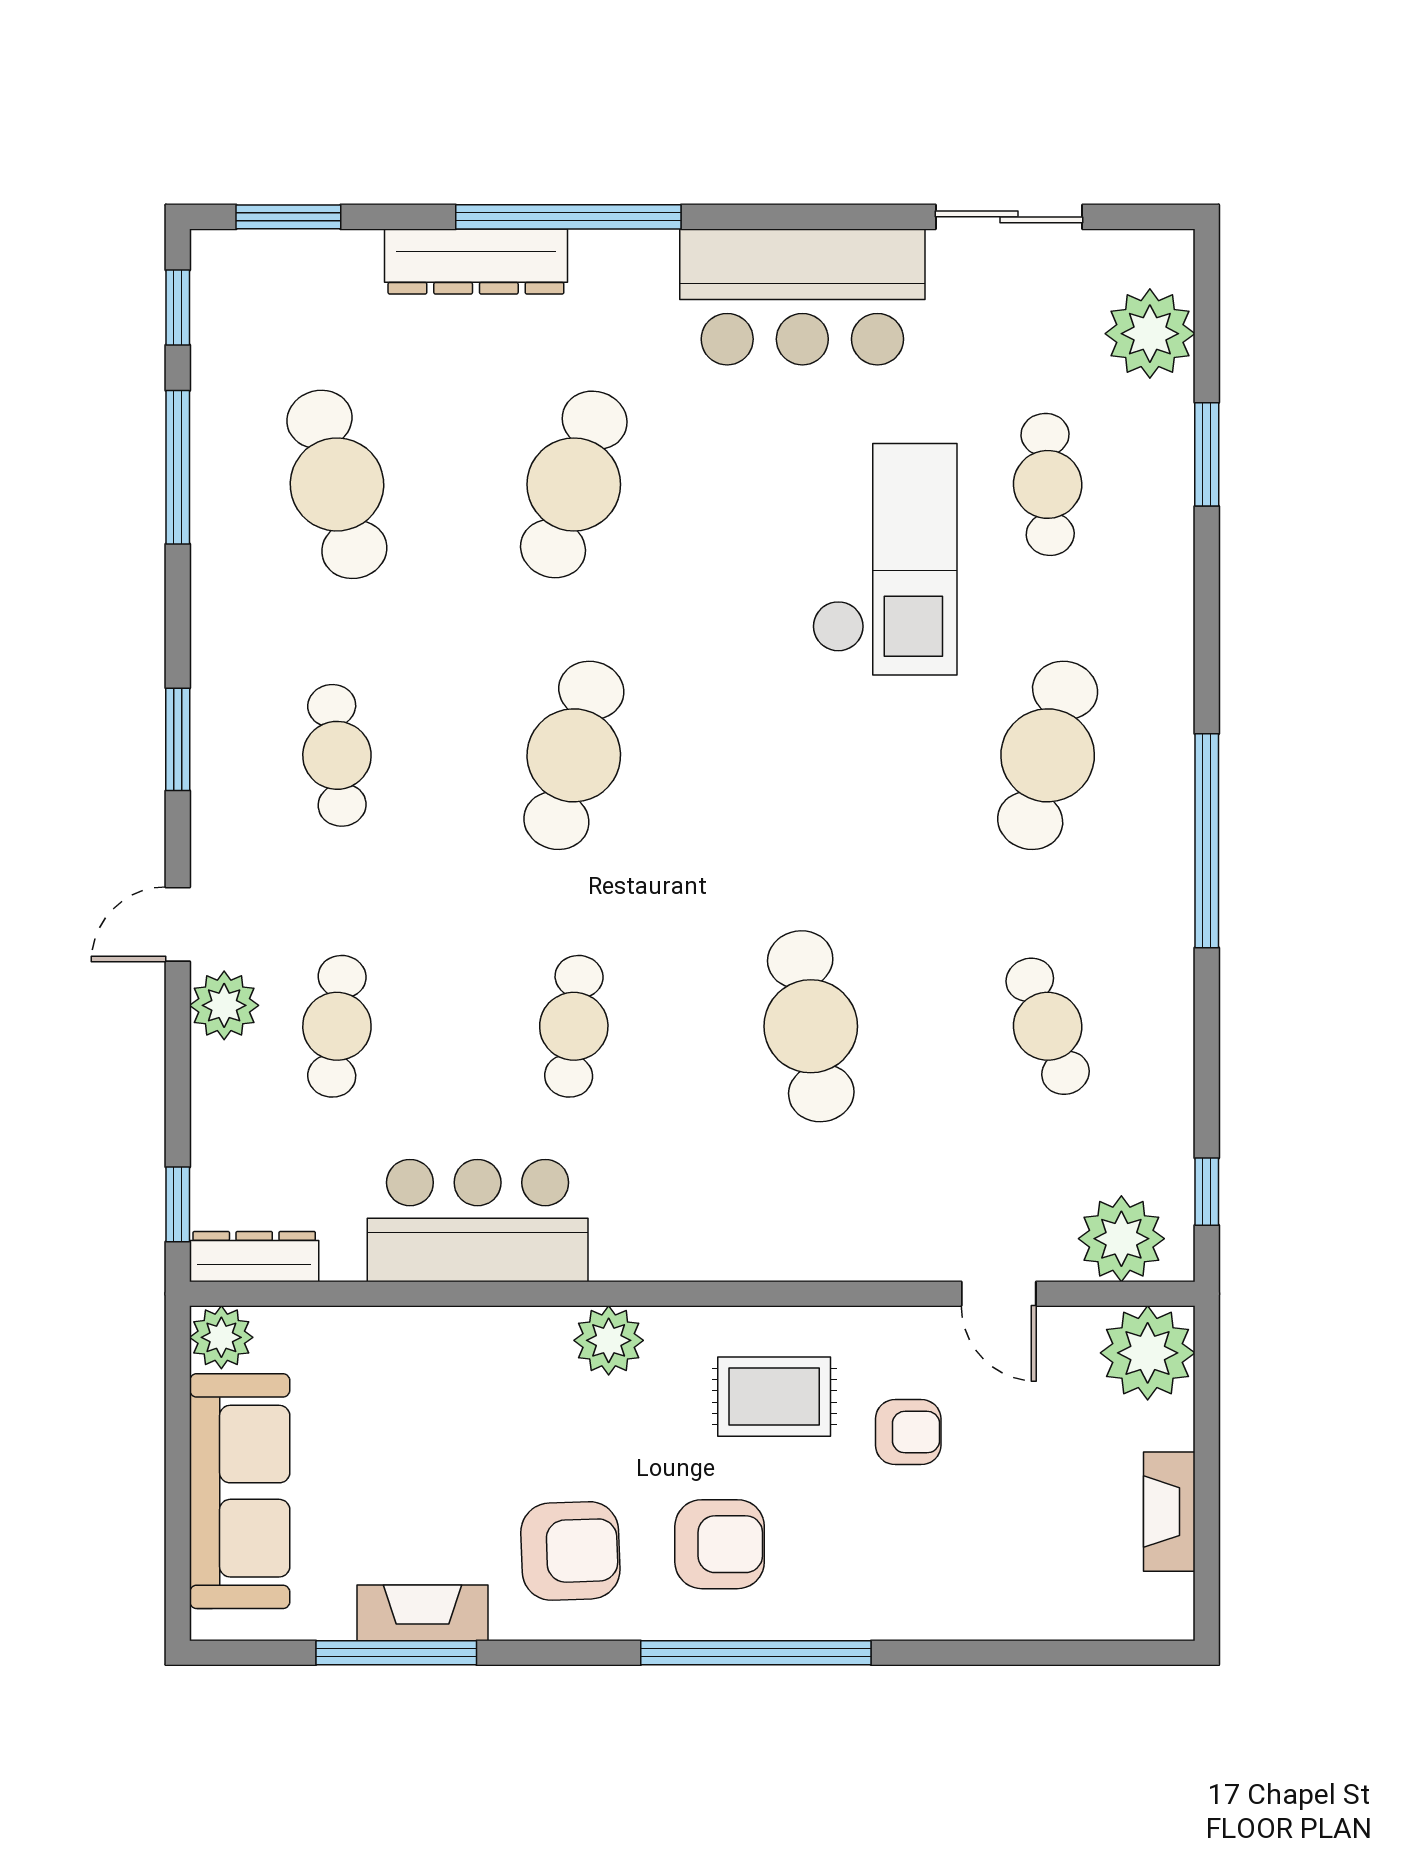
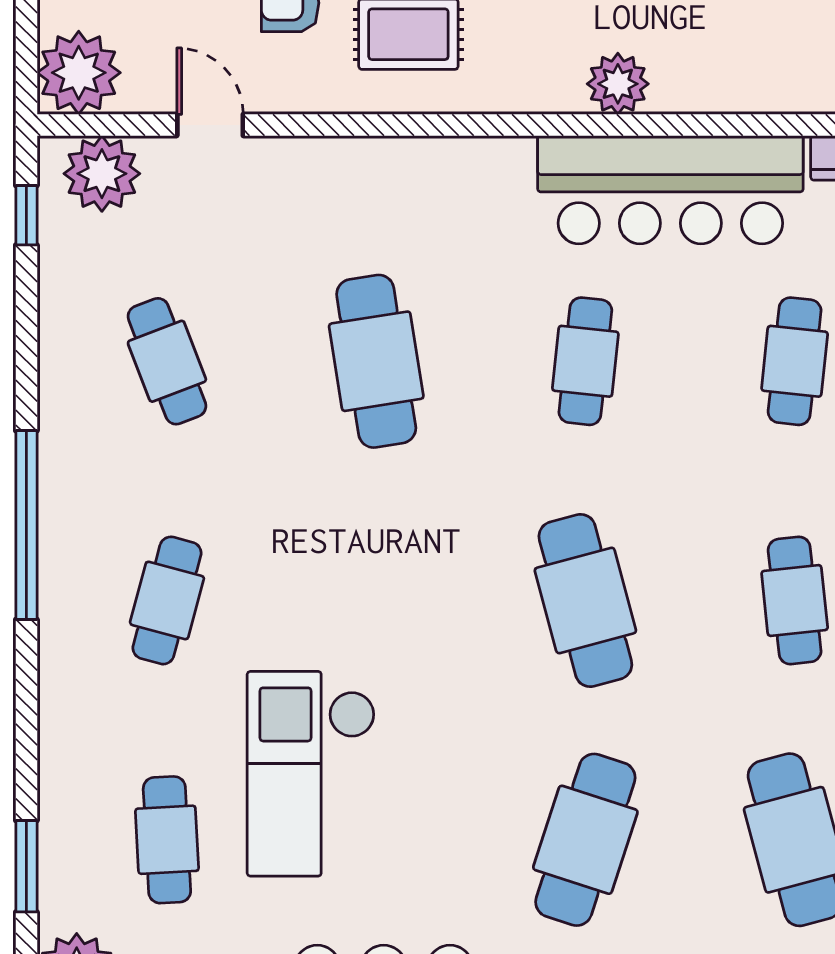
cafe table: (574, 755) -> (585, 600), turned -30
cafe table: (1048, 755) -> (167, 600), width x0.73, depth x0.74
bar counter: (478, 1221) -> (670, 190), width x1.36
plant: (609, 1340) -> (618, 84), moved

